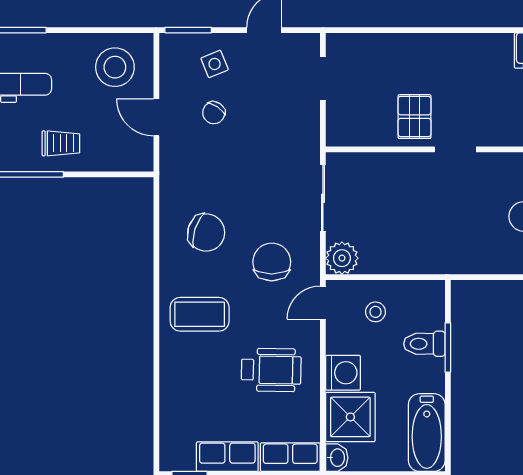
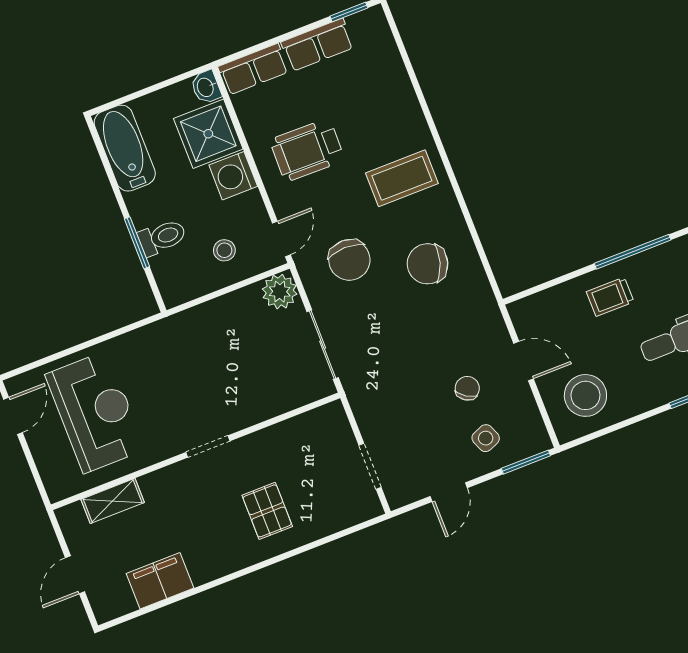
pallet: (415, 117) -> (267, 511), moved

